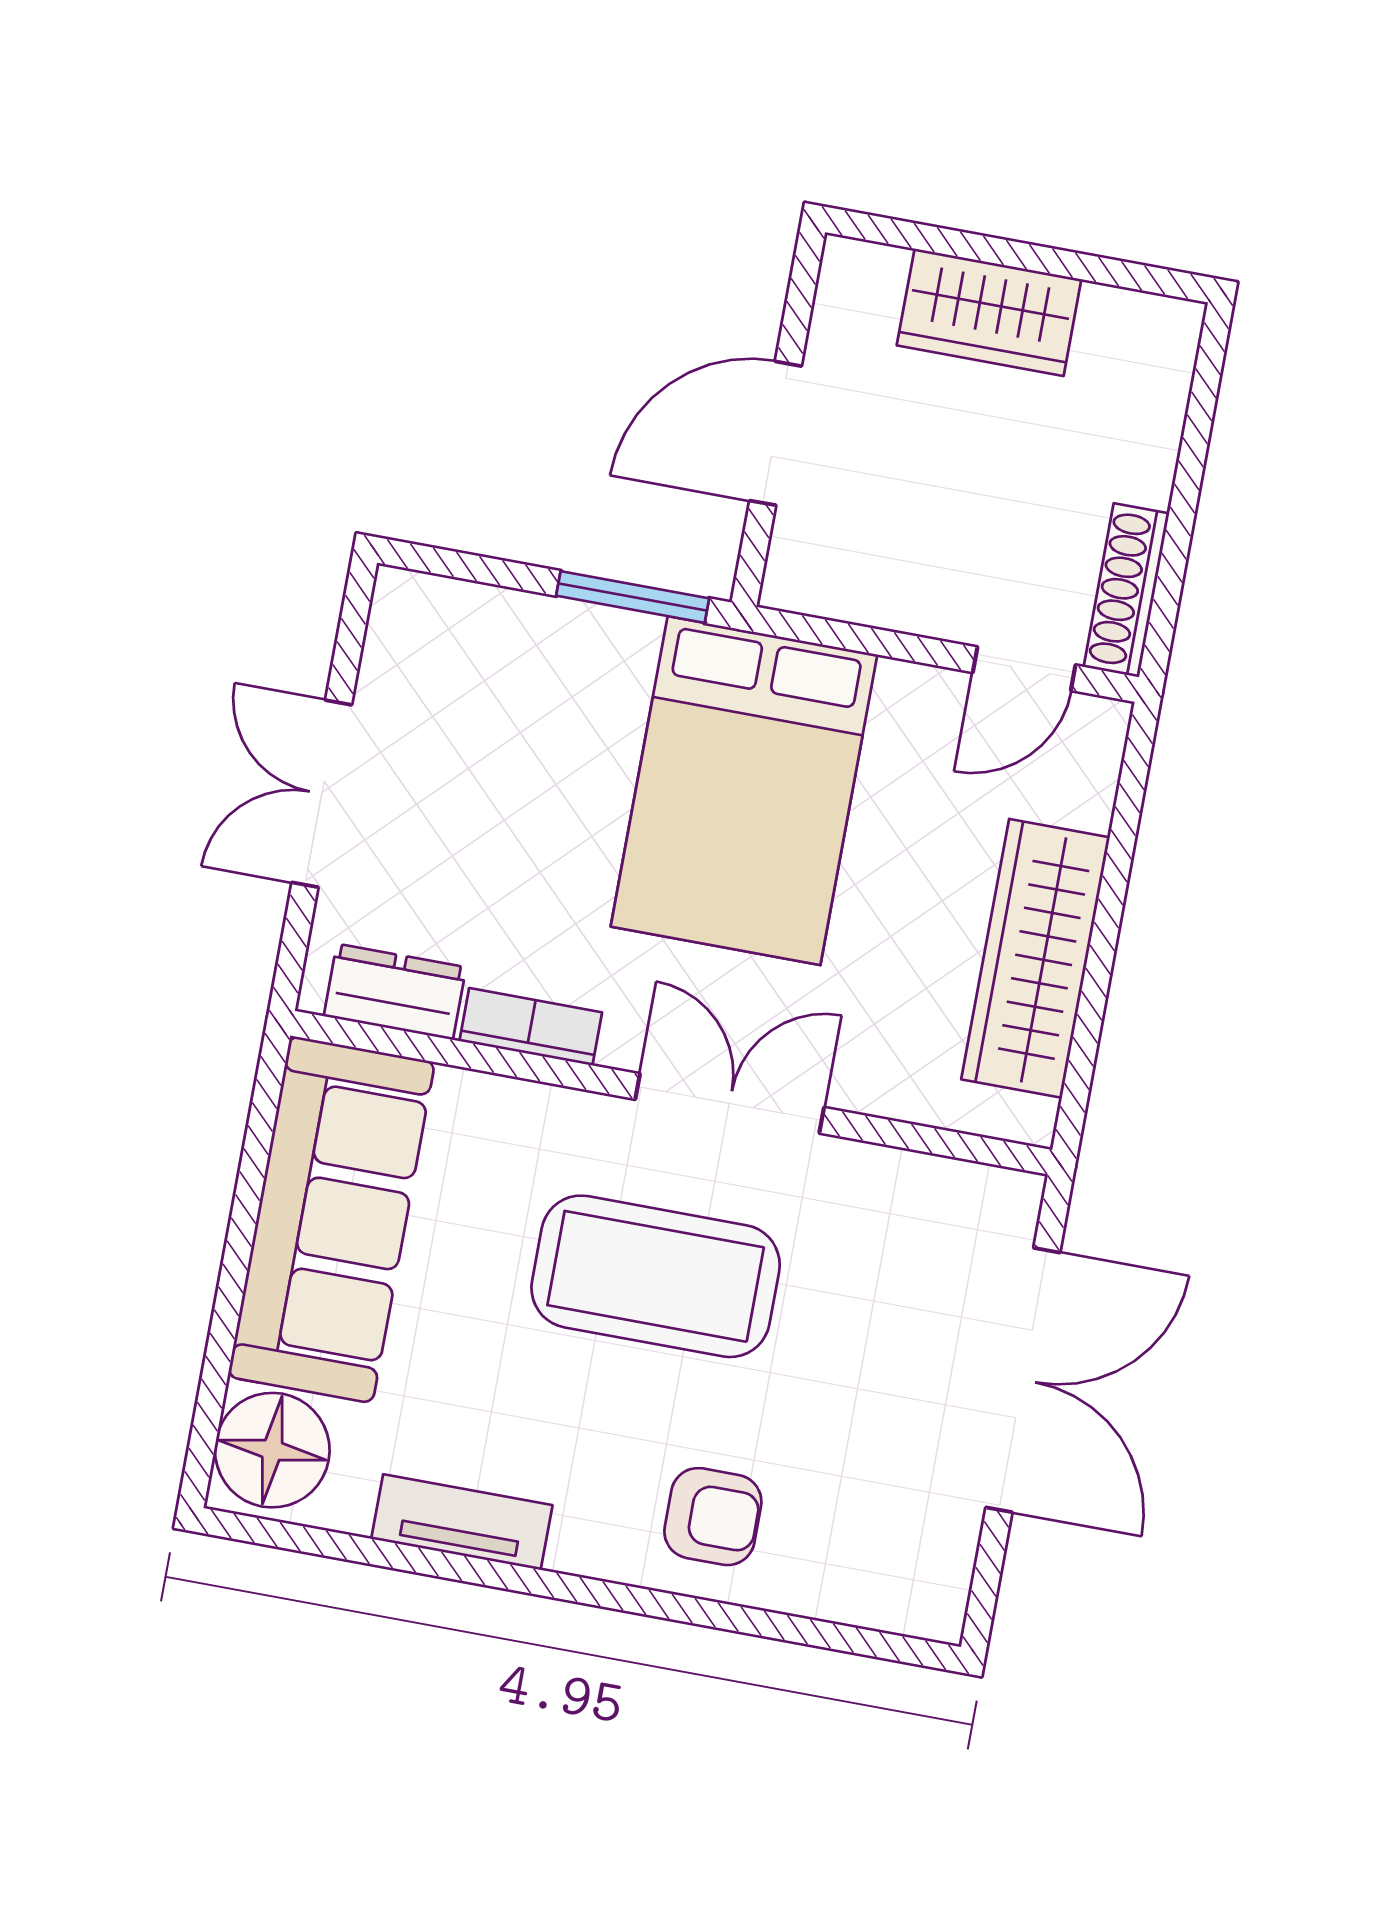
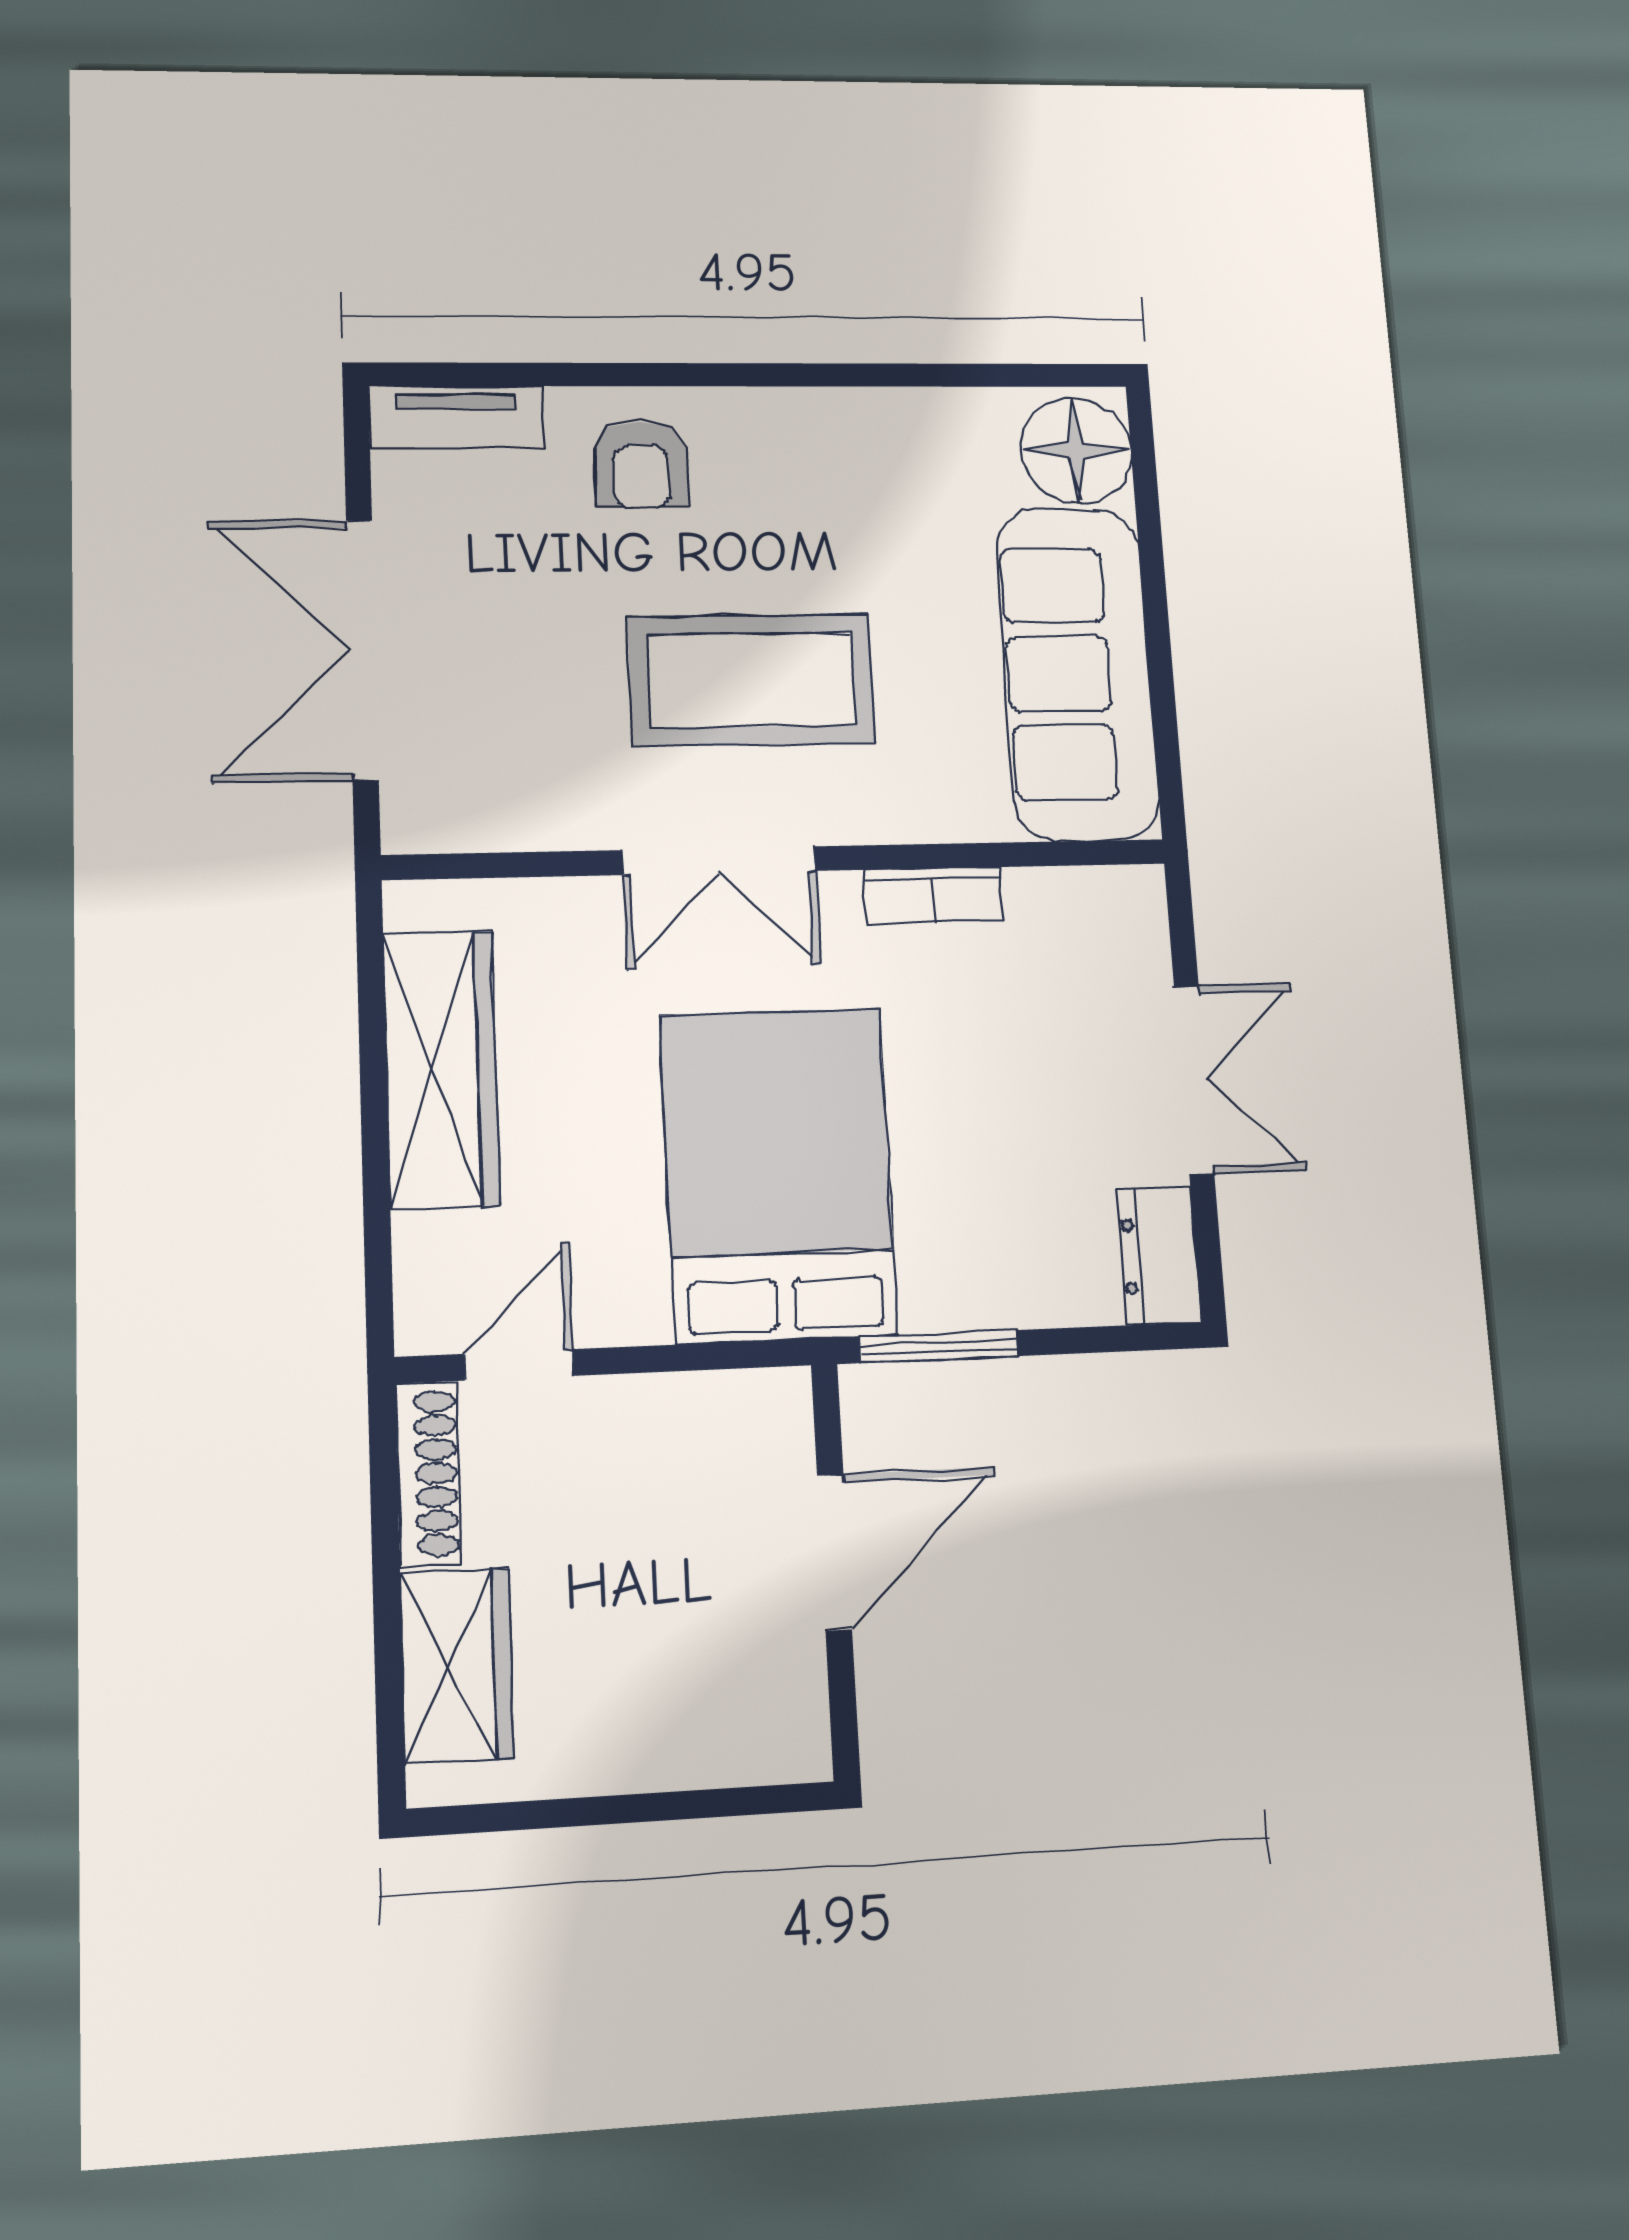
wardrobe: (989, 312) -> (457, 1666), moved, turned 90
dresser: (395, 992) -> (1159, 1256), moved, turned 90
armchair: (713, 1517) -> (641, 465), turned -90
tv unit: (462, 1522) -> (457, 417), moved

